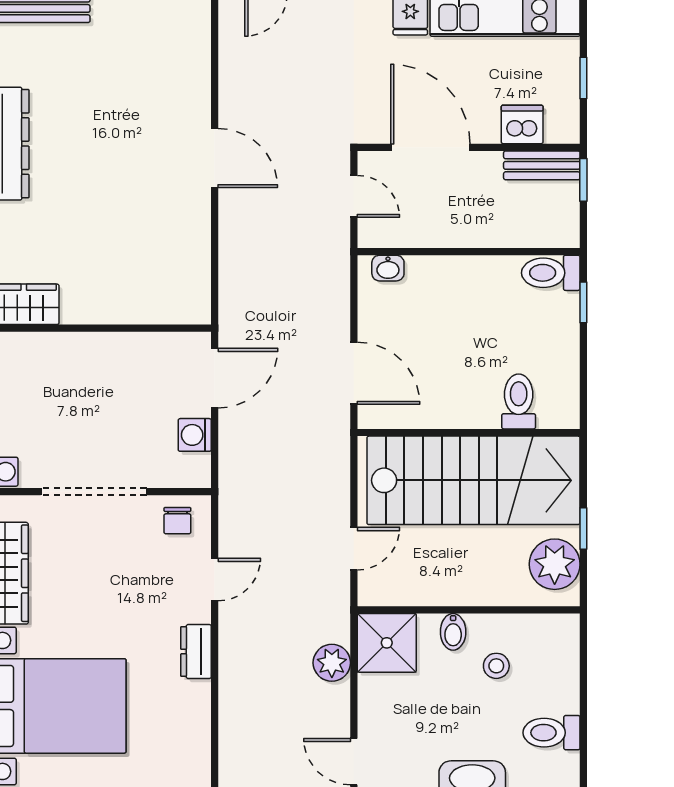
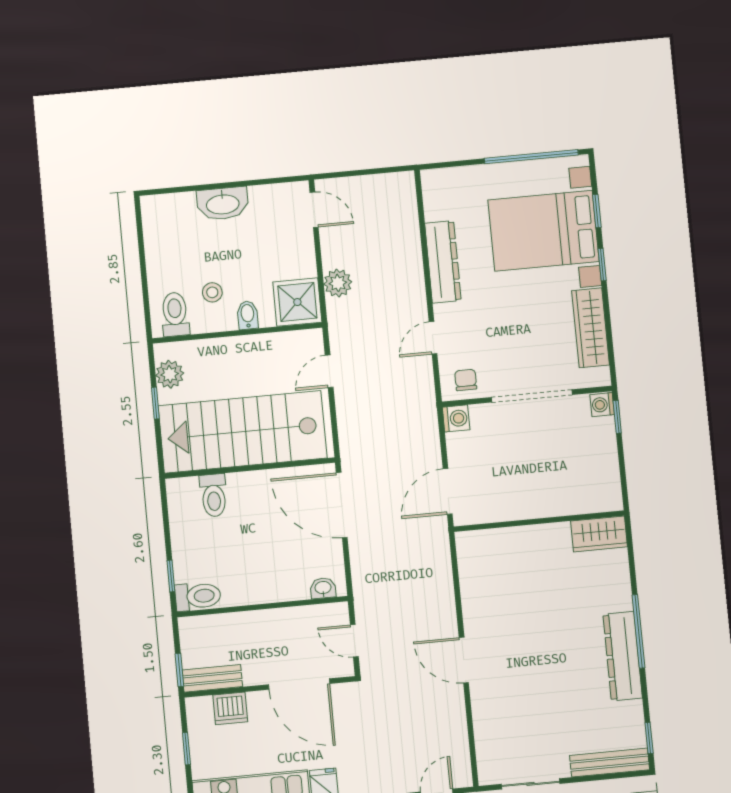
door: (354, 373) -> (342, 505), width x1.36
washing machine: (195, 435) -> (456, 418), moved
plant: (555, 564) -> (170, 374), width x0.73, depth x0.73
dresser: (196, 652) -> (443, 262), width x1.96, depth x1.24
toilet: (551, 733) -> (175, 314), moved, turned -90

